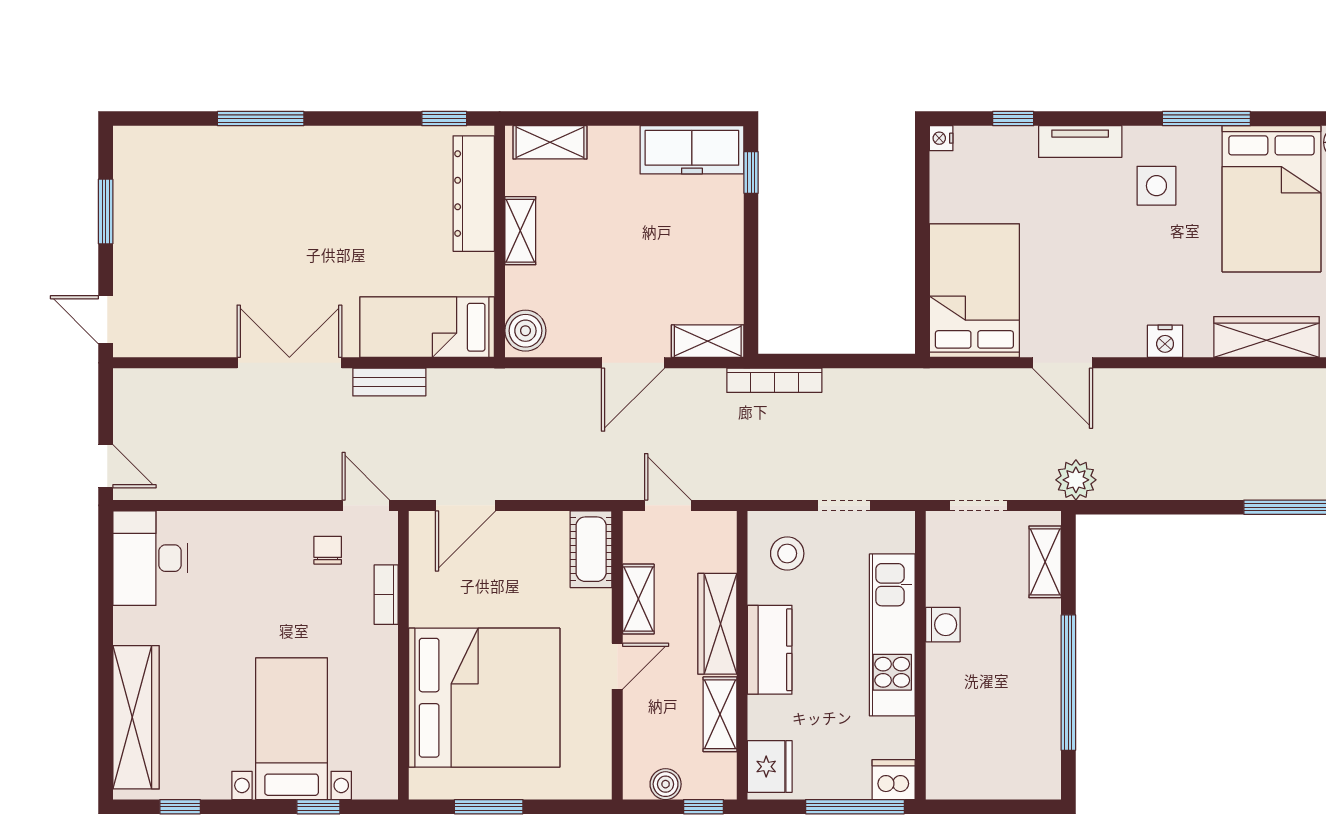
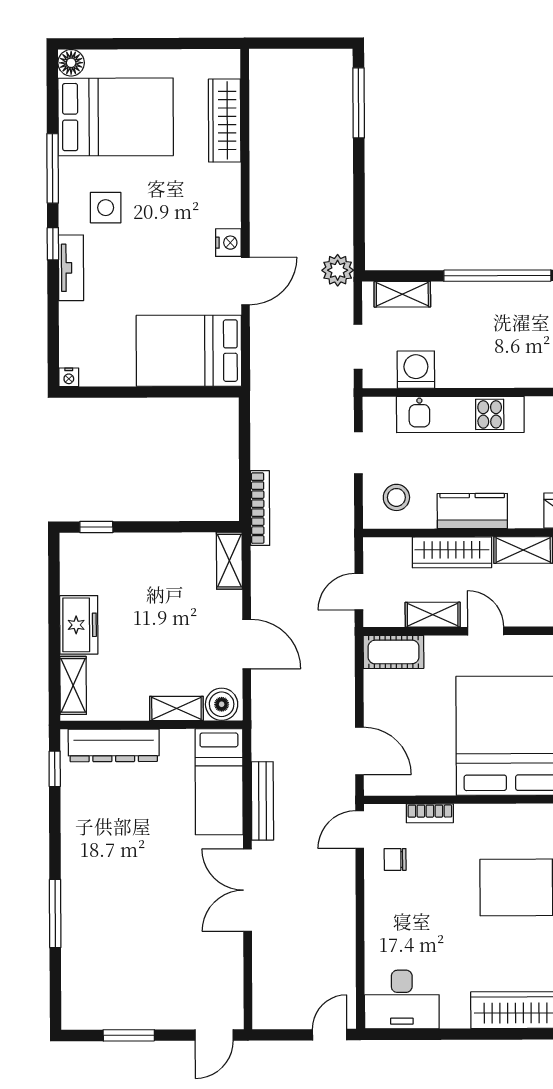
window: (1013, 119) -> (53, 244), moved
freezer: (692, 150) -> (79, 625), moved, width x0.71
shelving: (520, 231) -> (176, 708), moved
nightstand: (1165, 341) -> (228, 243), moved
door: (633, 363) -> (247, 644), moved
bench: (389, 382) -> (262, 801), width x1.36
washing machine: (943, 625) -> (416, 370), moved, width x1.38, depth x1.38

